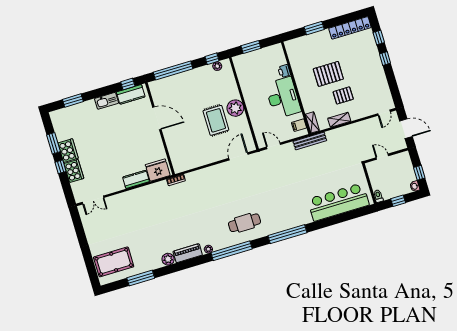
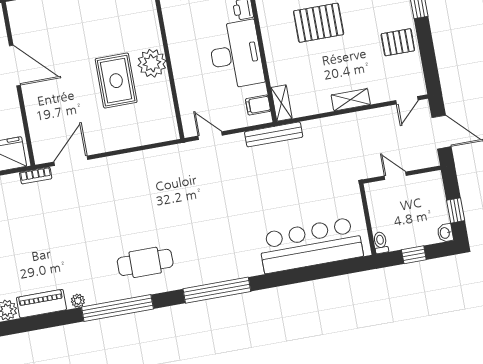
pallet: (343, 95) -> (398, 42), moved
shelving: (339, 120) -> (351, 100), moved
door: (238, 156) -> (71, 161), moved

